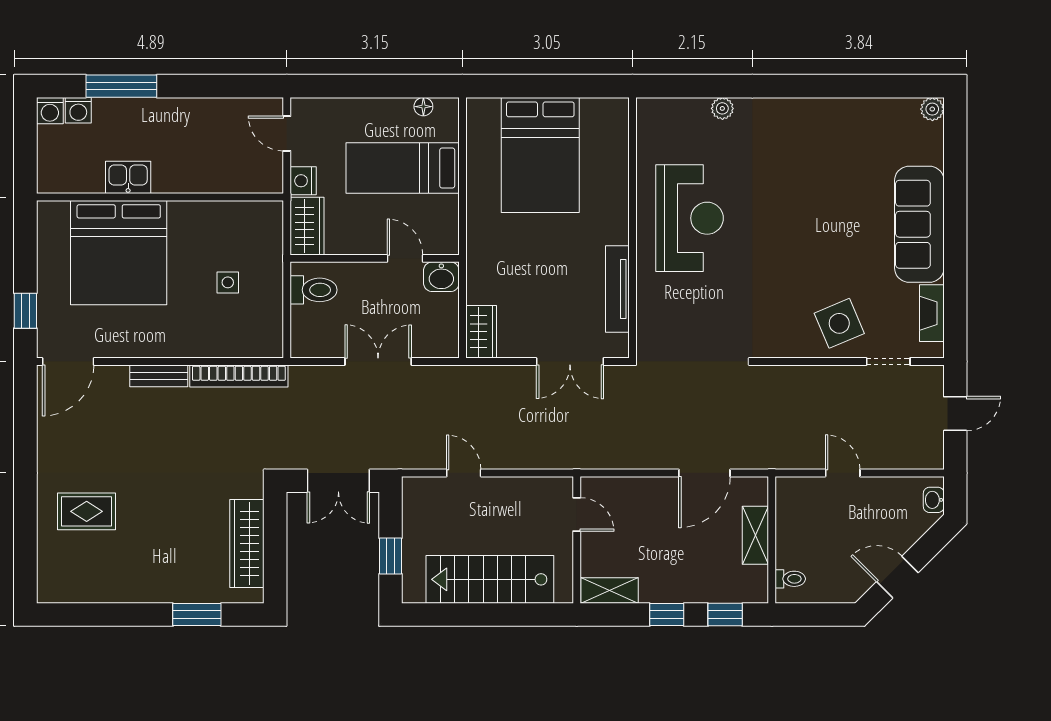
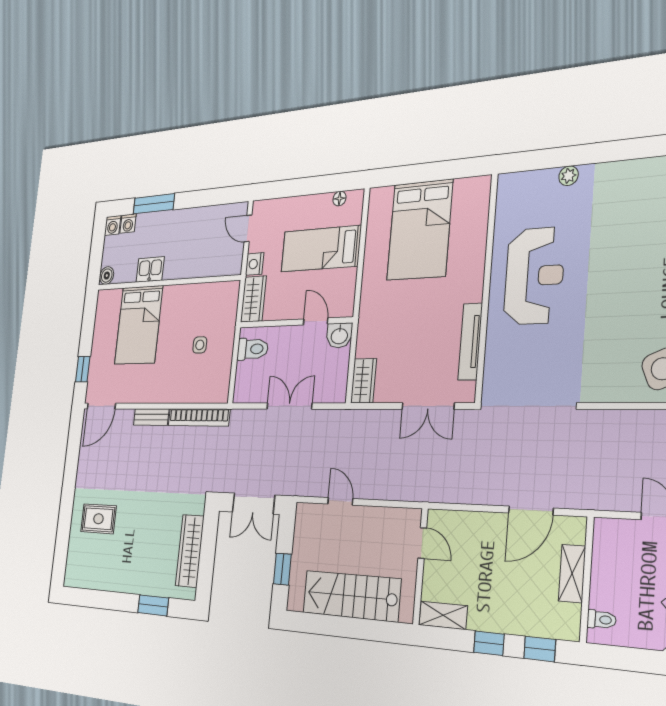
boiler: (50, 181) -> (107, 276), added
bed: (119, 253) -> (139, 325), width x0.73

